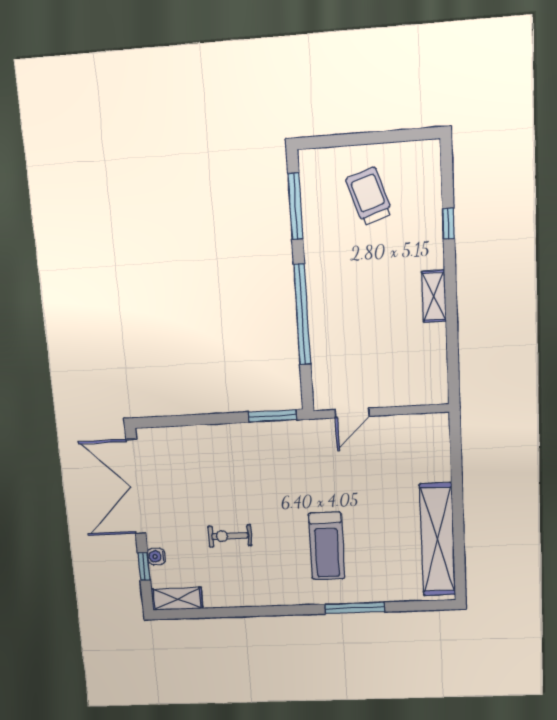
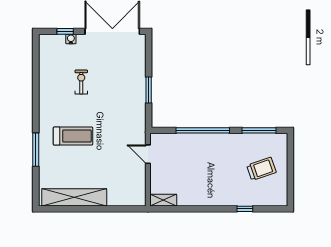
shelving: (434, 296) -> (163, 200), moved
window: (272, 416) -> (149, 90), moved
treadmill: (327, 546) -> (73, 136), turned 180
shelving: (177, 599) -> (45, 49), removed

